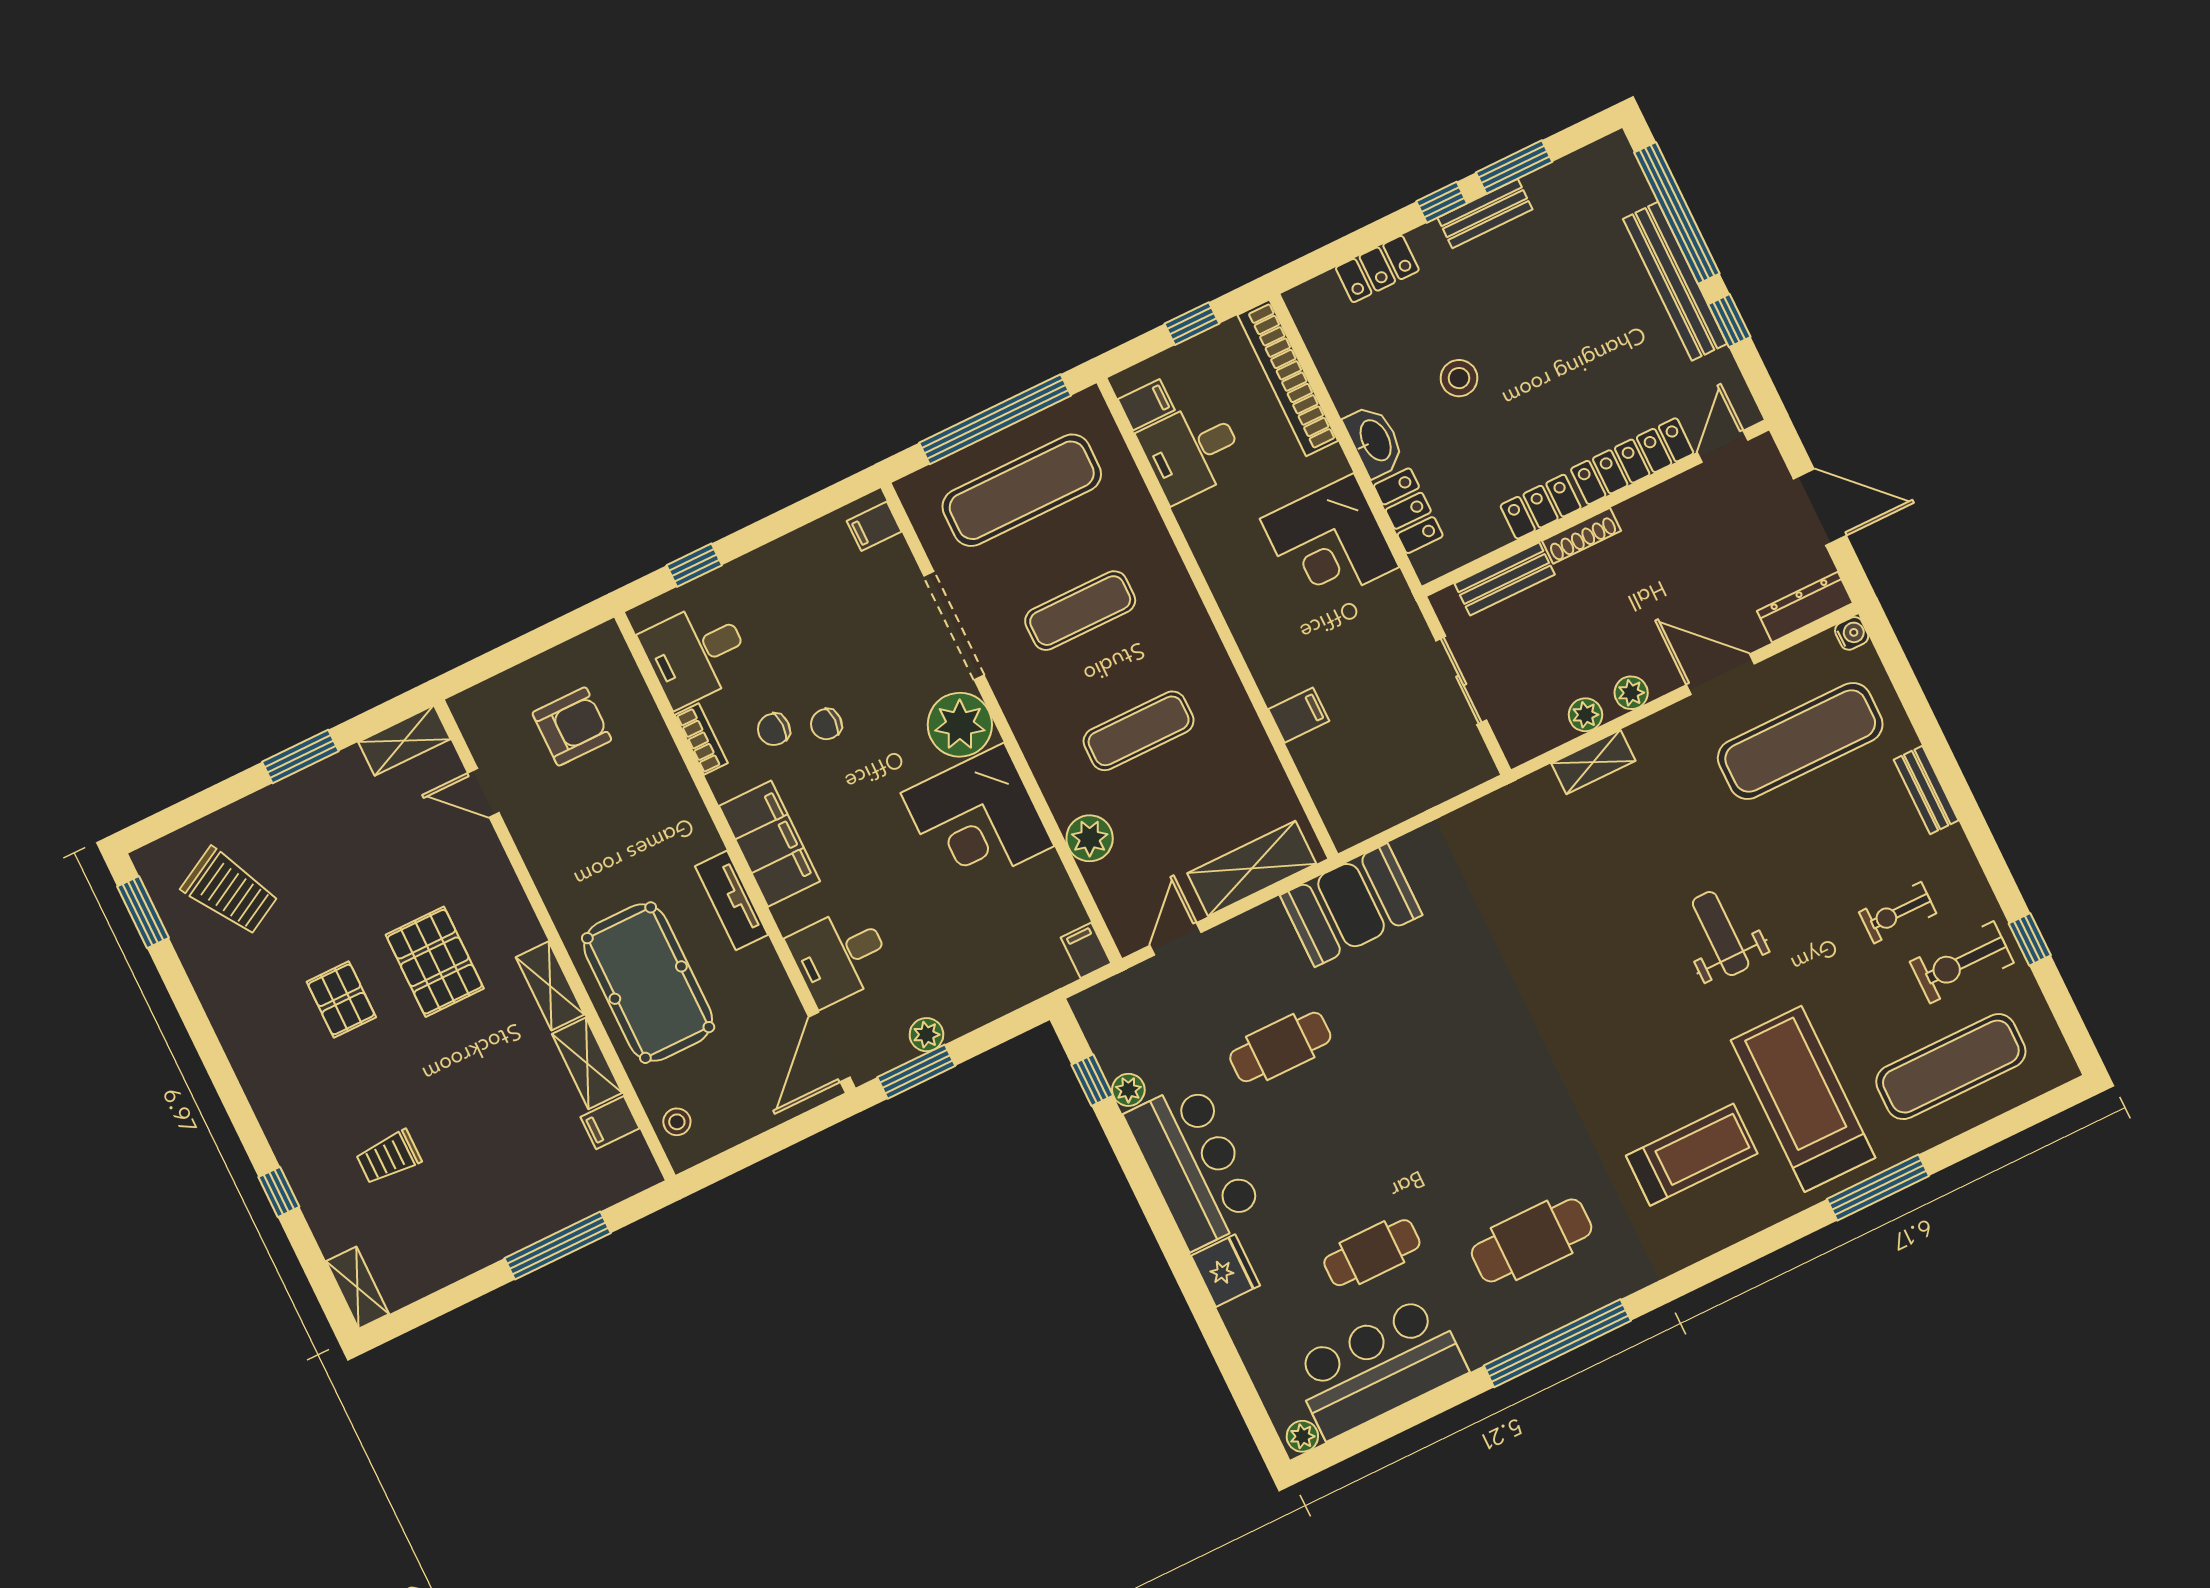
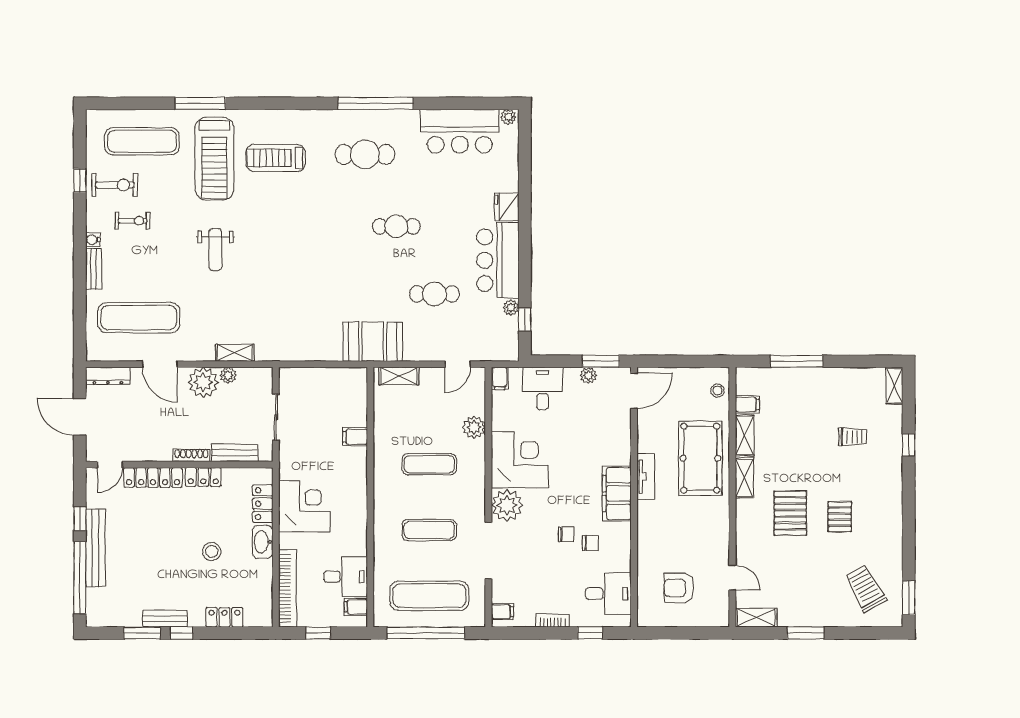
water cooler: (1852, 633) -> (93, 240), moved
plant: (1631, 693) -> (203, 382), width x1.87, depth x1.87
bookcase: (701, 739) -> (553, 620), moved, turned 90
shelving: (1252, 868) -> (399, 376), width x0.67, depth x0.75
desk: (840, 956) -> (543, 388), moved, turned -90
cafe table: (1372, 1253) -> (396, 226), moved

